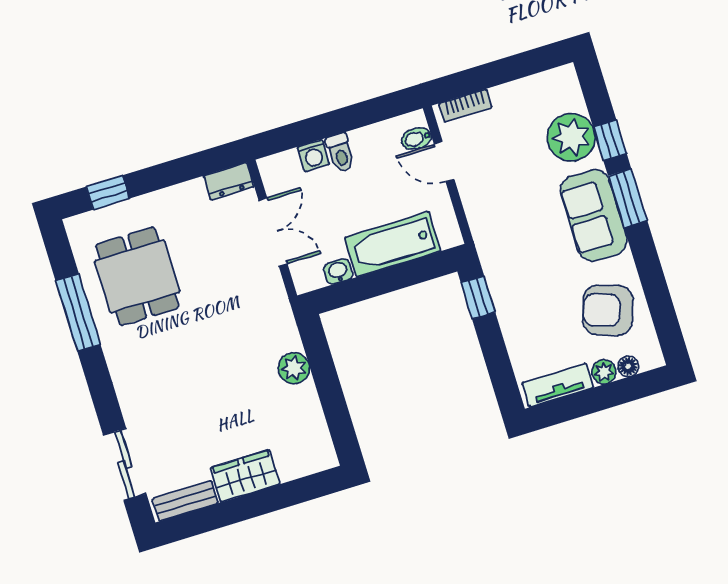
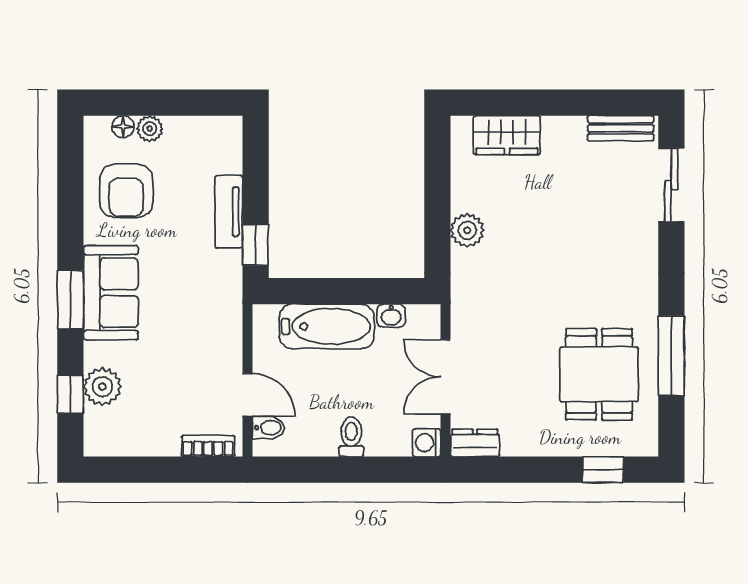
plant: (571, 137) -> (102, 387), width x0.73, depth x0.73
window: (610, 140) -> (70, 394), moved
washing machine: (313, 156) -> (427, 443), moved, turned -90
armchair: (608, 310) -> (126, 191), turned 71
tv unit: (558, 385) -> (229, 212), moved, turned 90
wardrobe: (245, 476) -> (507, 135), moved

